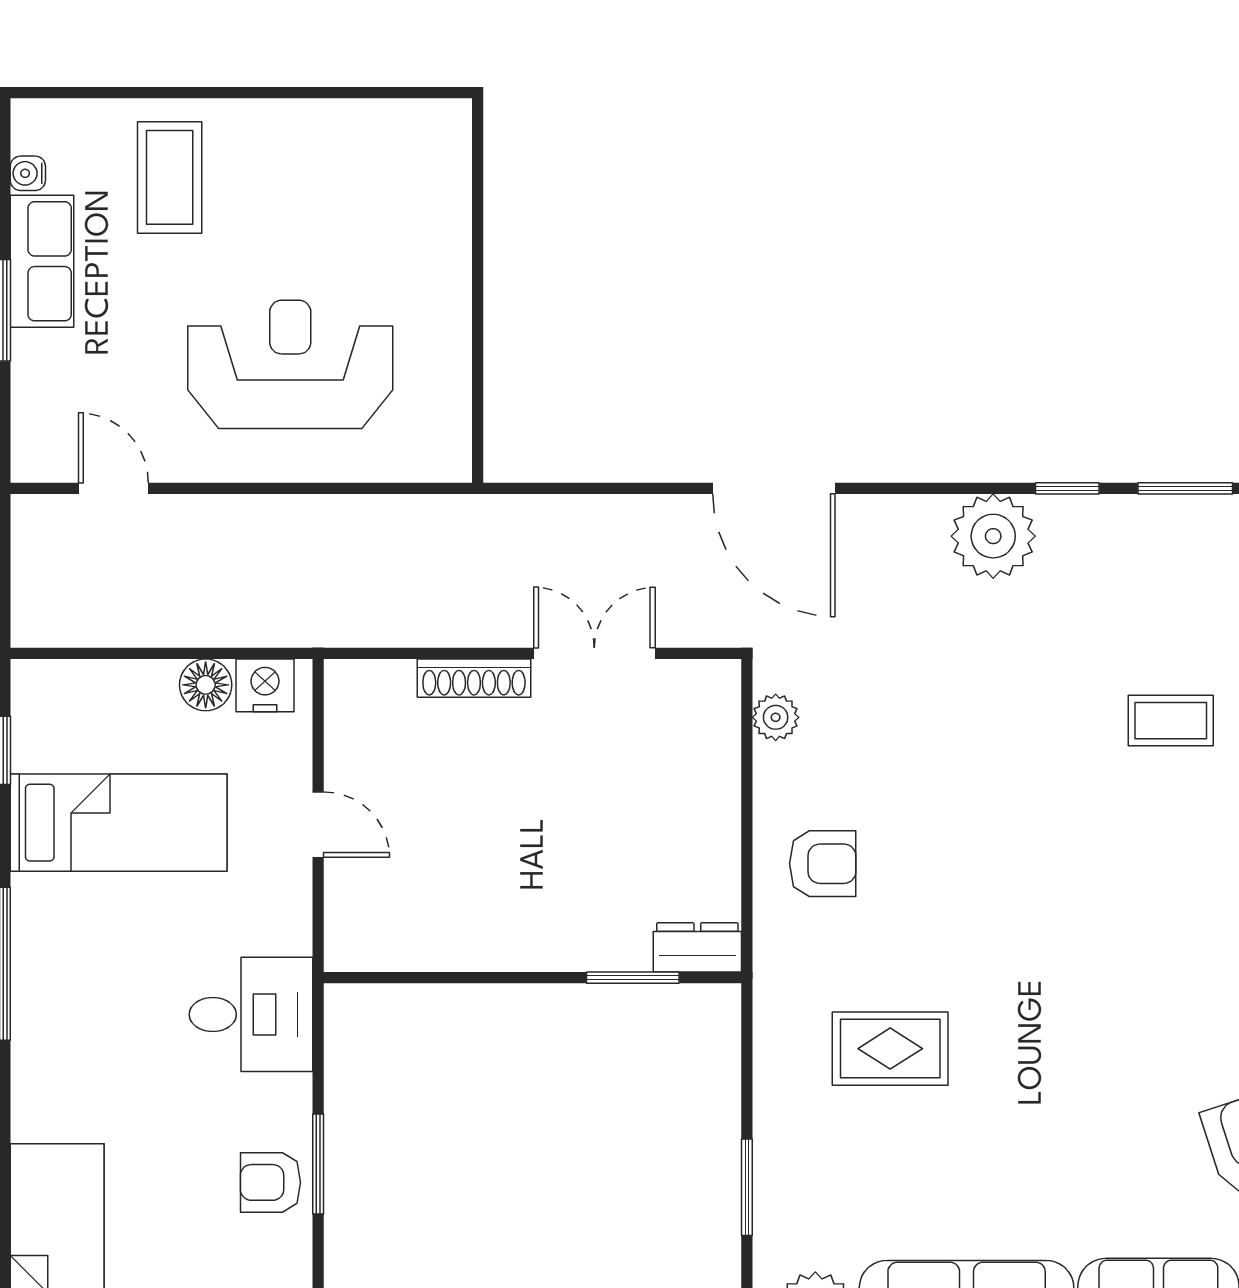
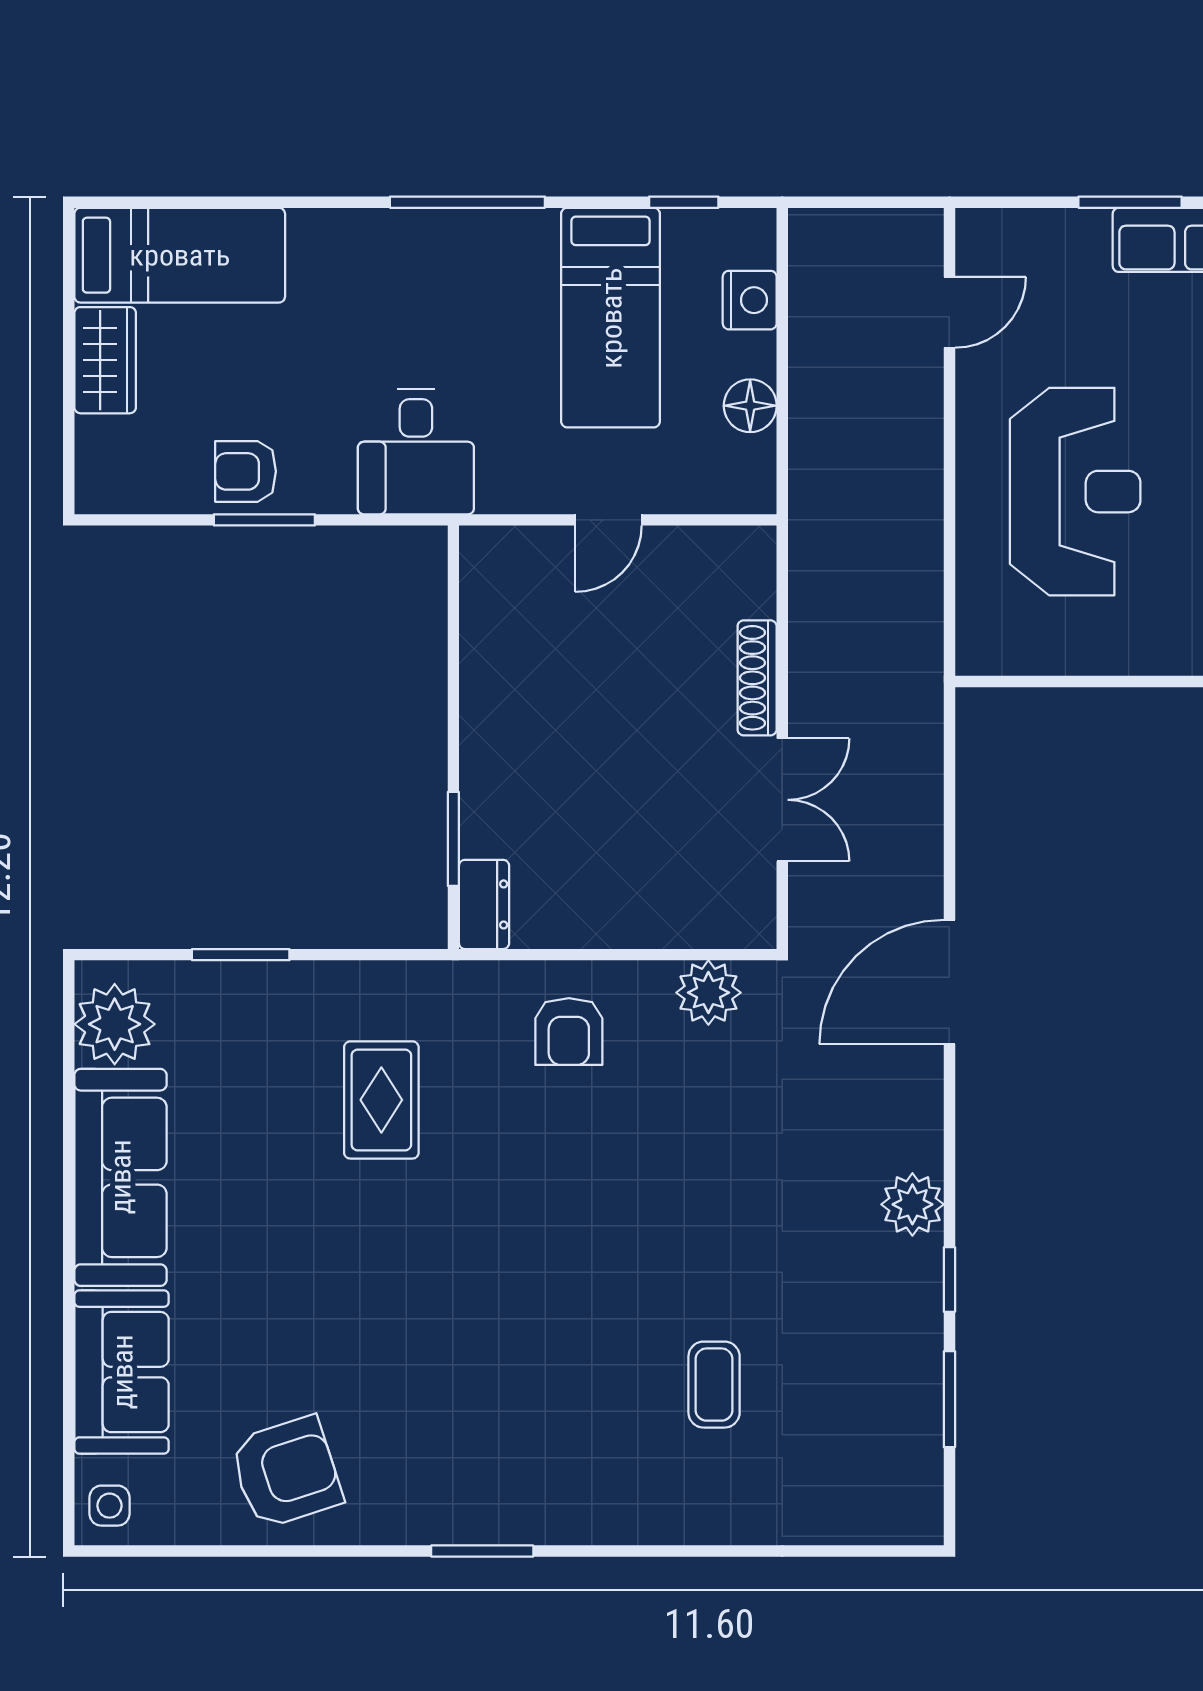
plant: (993, 536) -> (912, 1204), width x0.73, depth x0.73
nightstand: (265, 685) -> (750, 300), moved
plant: (776, 717) -> (708, 993), width x1.38, depth x1.38
armchair: (270, 1182) -> (246, 471), turned -90

